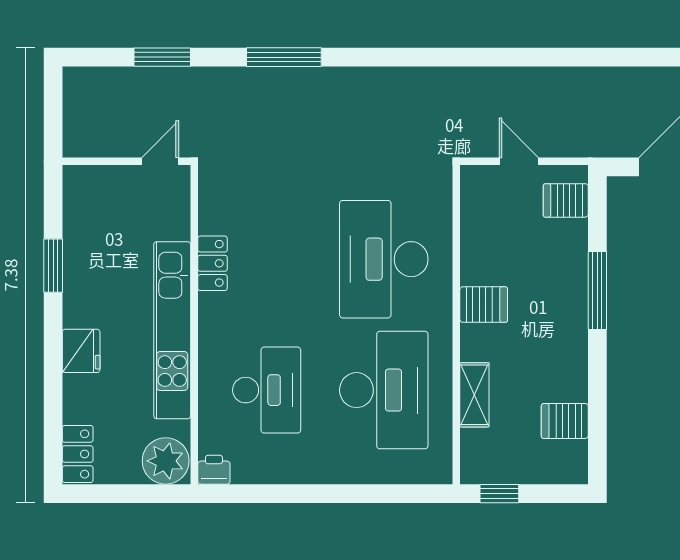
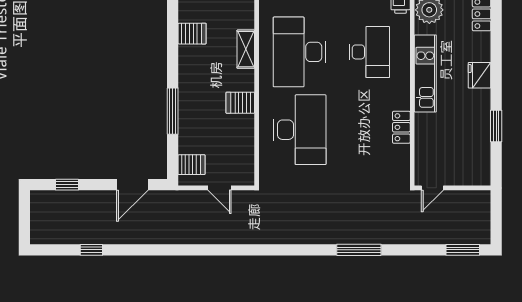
window: (162, 57) -> (463, 250), moved
kitchen unit: (172, 330) -> (425, 73), width x0.73
desk: (267, 390) -> (369, 52), turned 180

